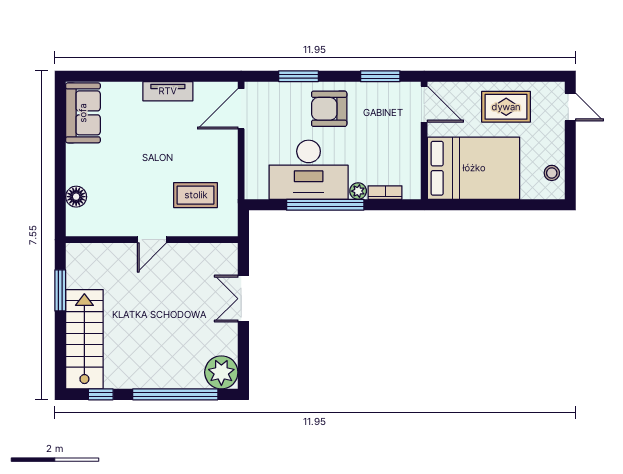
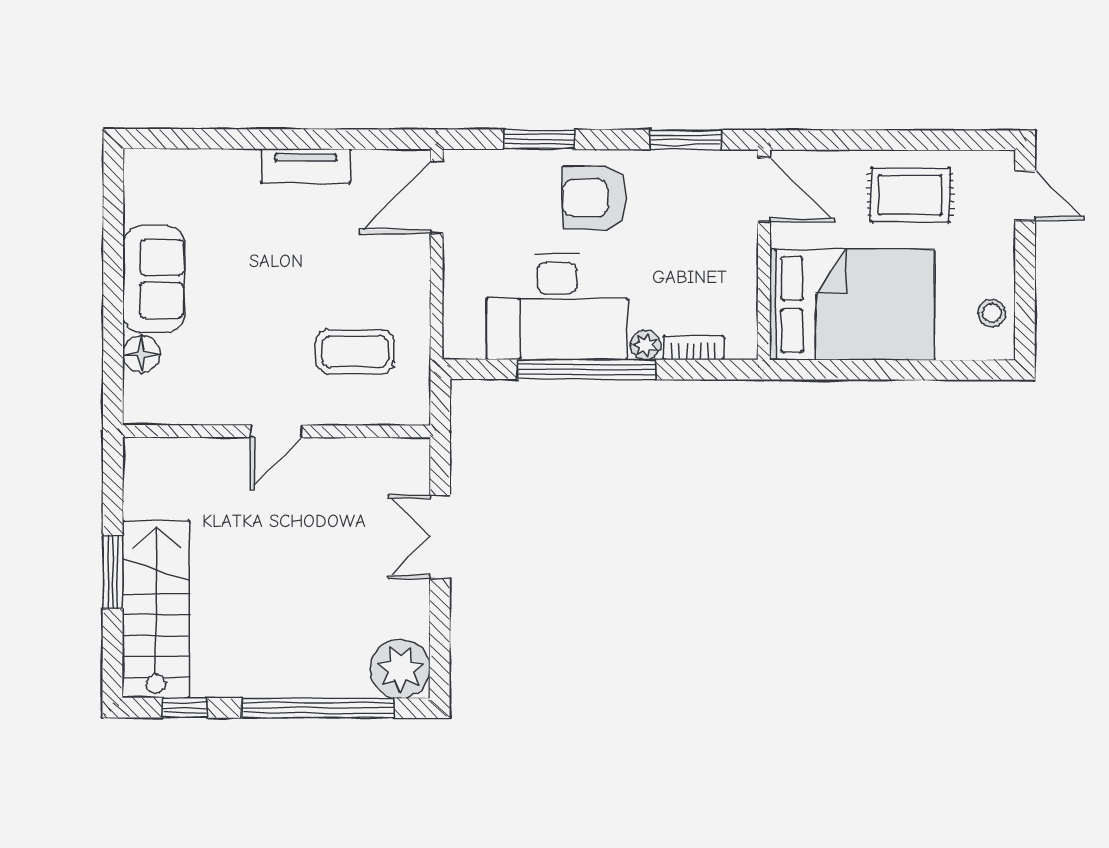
sofa: (83, 113) -> (154, 279), moved
window: (60, 290) -> (113, 572), moved

